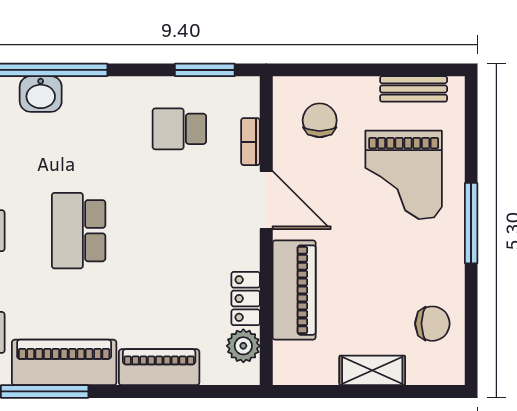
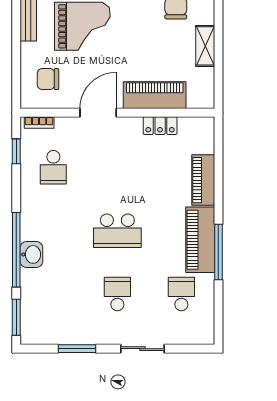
window: (205, 70) -> (16, 151), width x0.67
bookcase: (250, 142) -> (39, 123), moved
plant: (243, 346) -> (190, 127), removed

